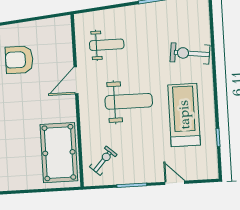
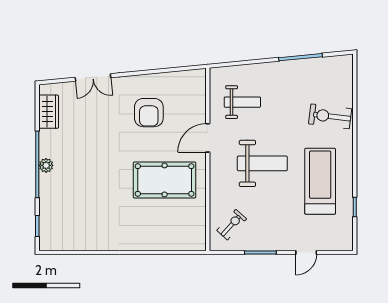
armchair: (19, 60) -> (149, 113), turned -90
pool table: (59, 153) -> (165, 180), moved, turned 90
door: (175, 183) -> (306, 252), swing flipped

